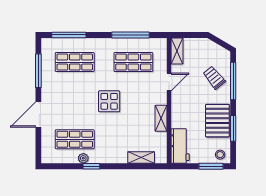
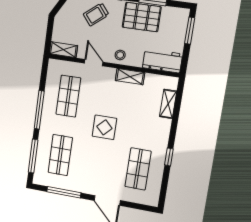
window: (130, 35) -> (39, 110), moved
stool: (220, 155) -> (120, 55), moved
plant: (83, 158) -> (159, 164), removed

